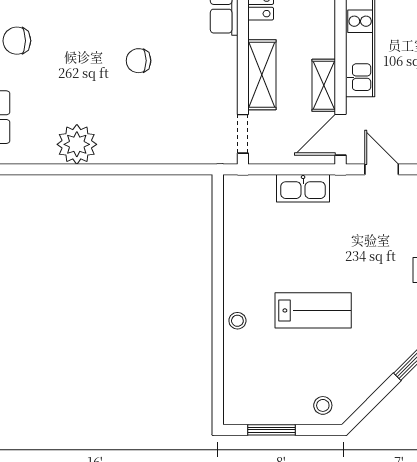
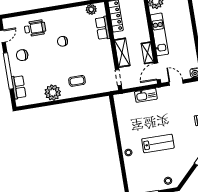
chair: (139, 61) -> (62, 41), moved
coffee table: (141, 125) -> (77, 81), added

